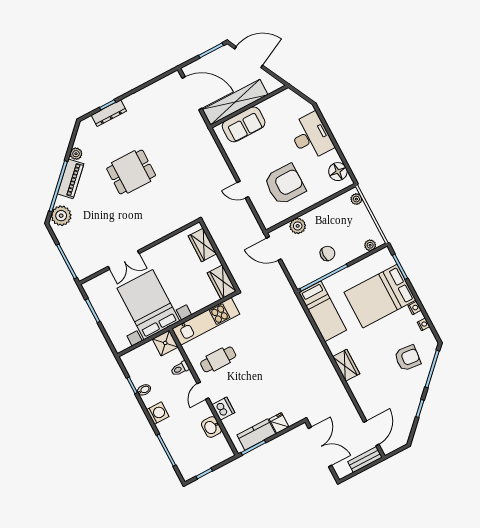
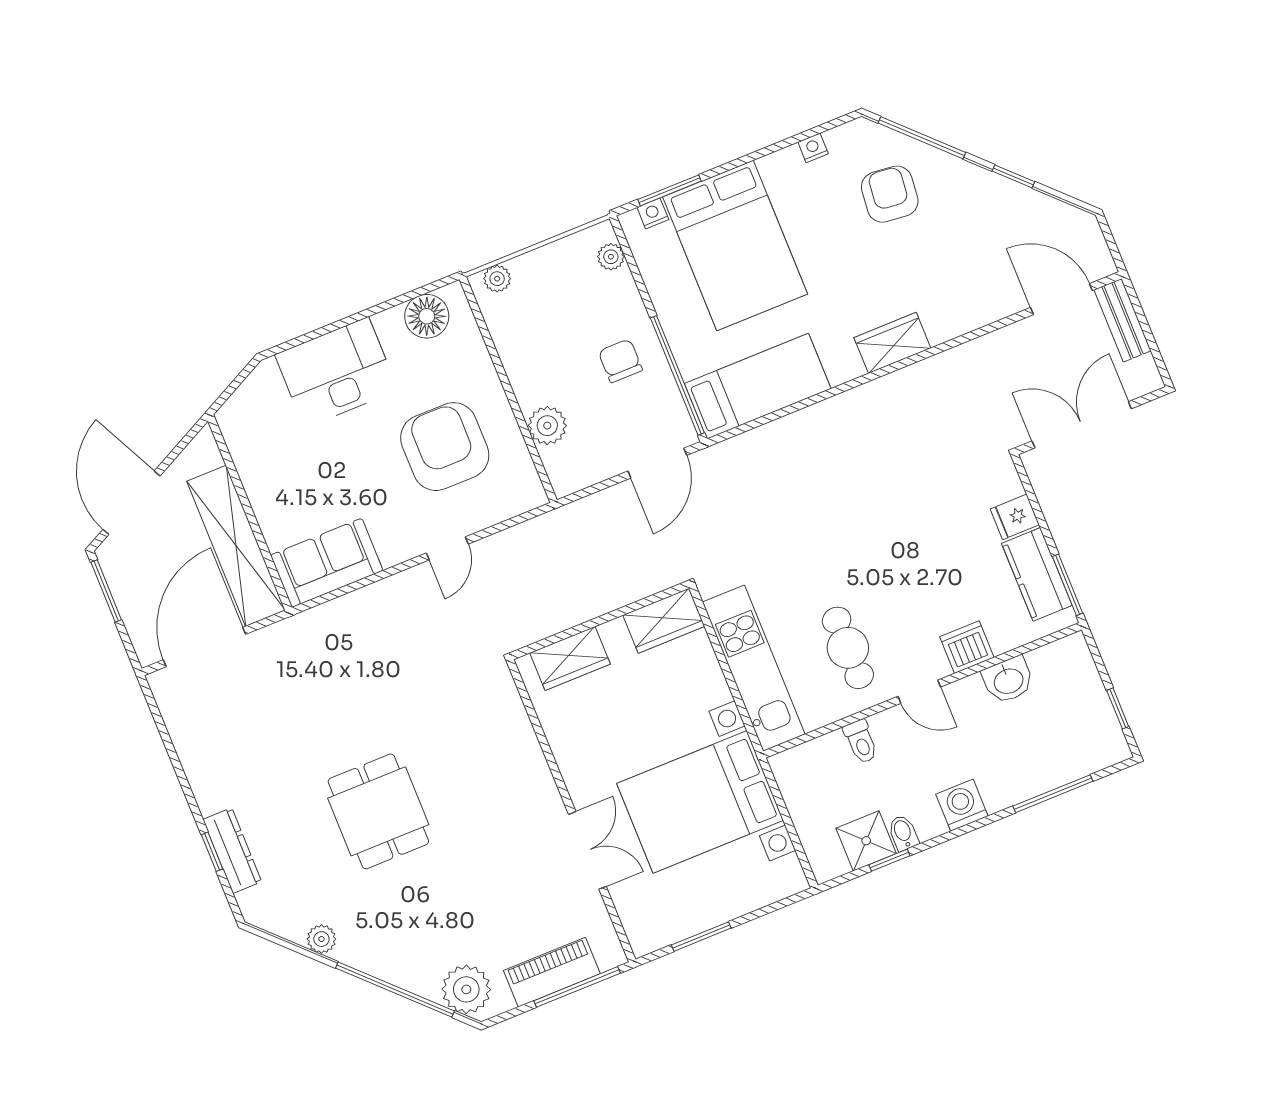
sofa: (244, 124) -> (327, 563), moved, turned -90
piano: (71, 179) -> (552, 972), moved, turned -45
door: (274, 249) -> (657, 463), moved
nightstand: (415, 308) -> (653, 213), moved
shower: (165, 343) -> (866, 841), moved

